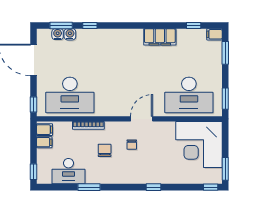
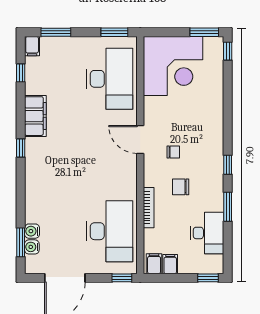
window: (90, 25) -> (21, 148), moved
window: (154, 187) -> (228, 165), moved

